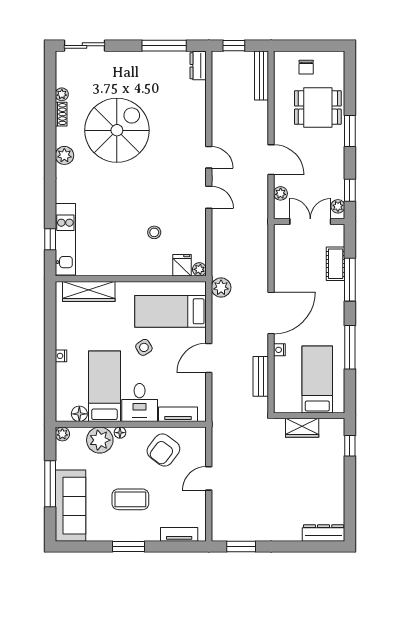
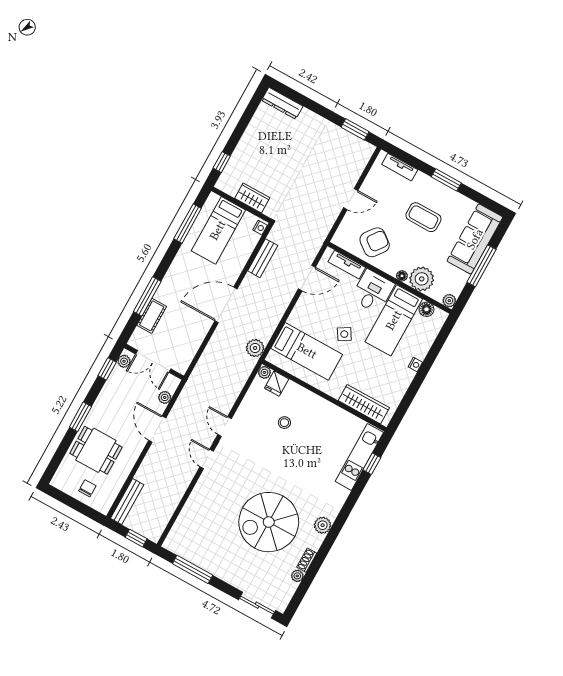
dresser: (198, 66) -> (174, 538), removed
window: (350, 347) -> (188, 224), moved
nightstand: (279, 350) -> (260, 228), moved
door: (209, 358) -> (307, 278), moved

